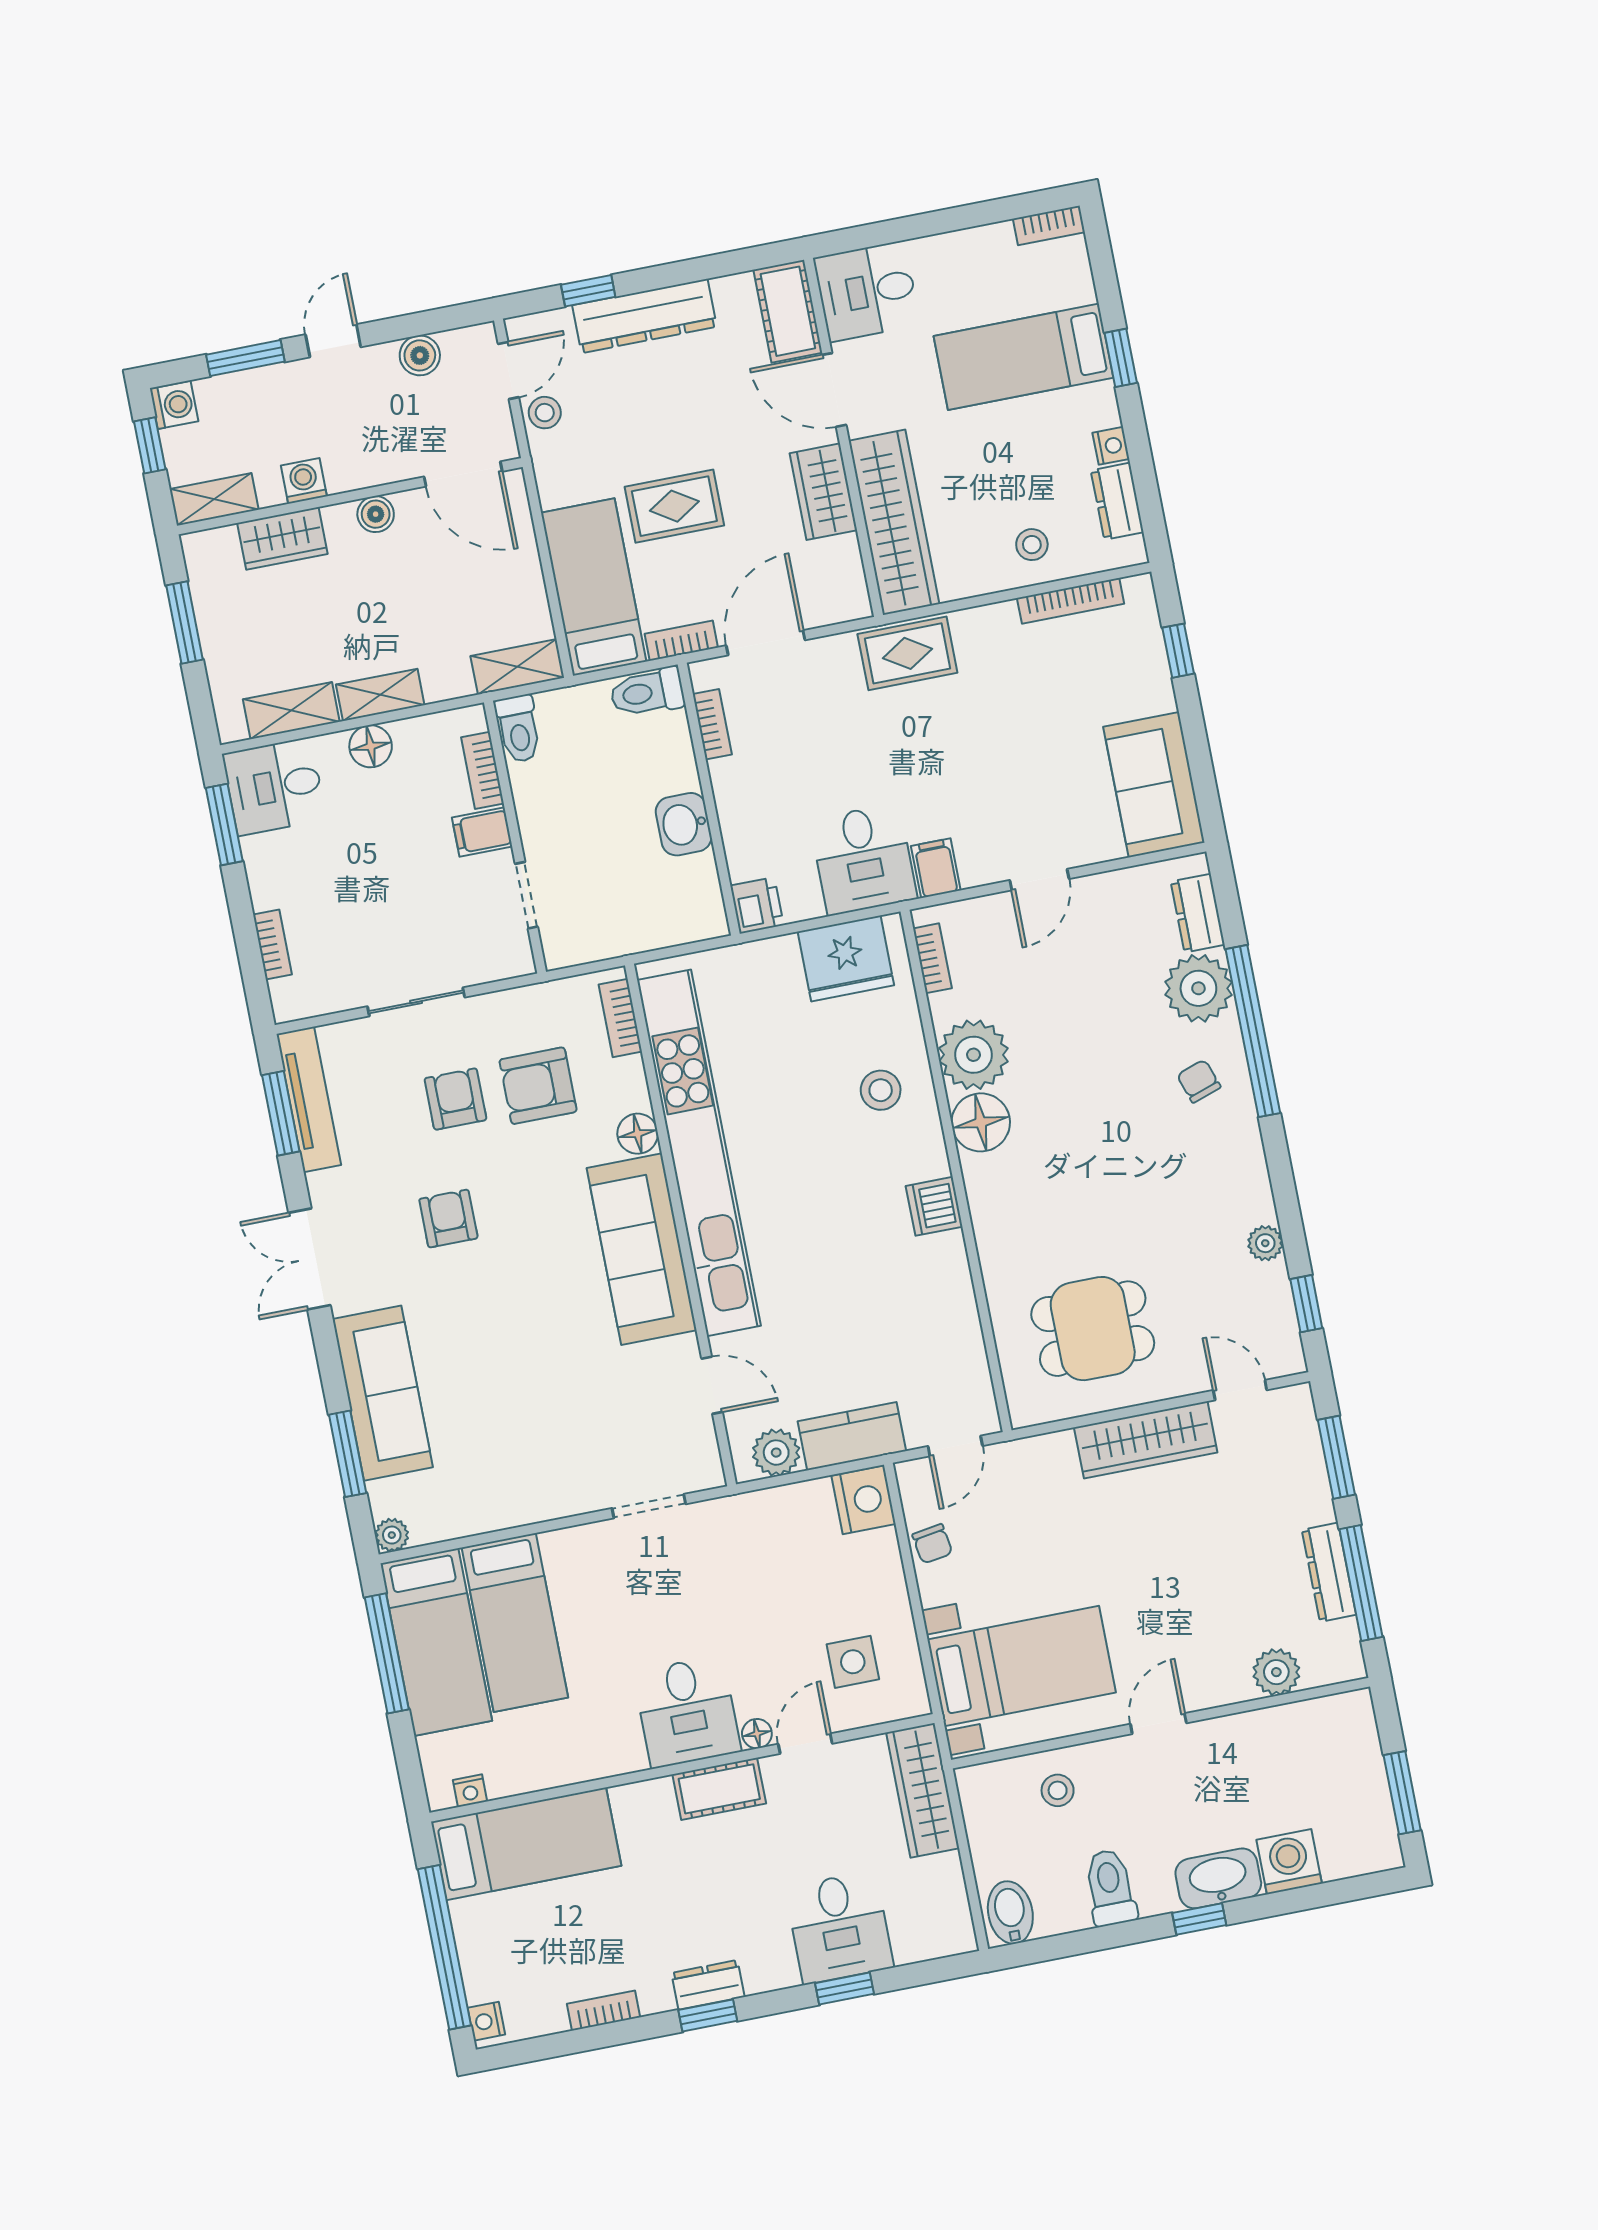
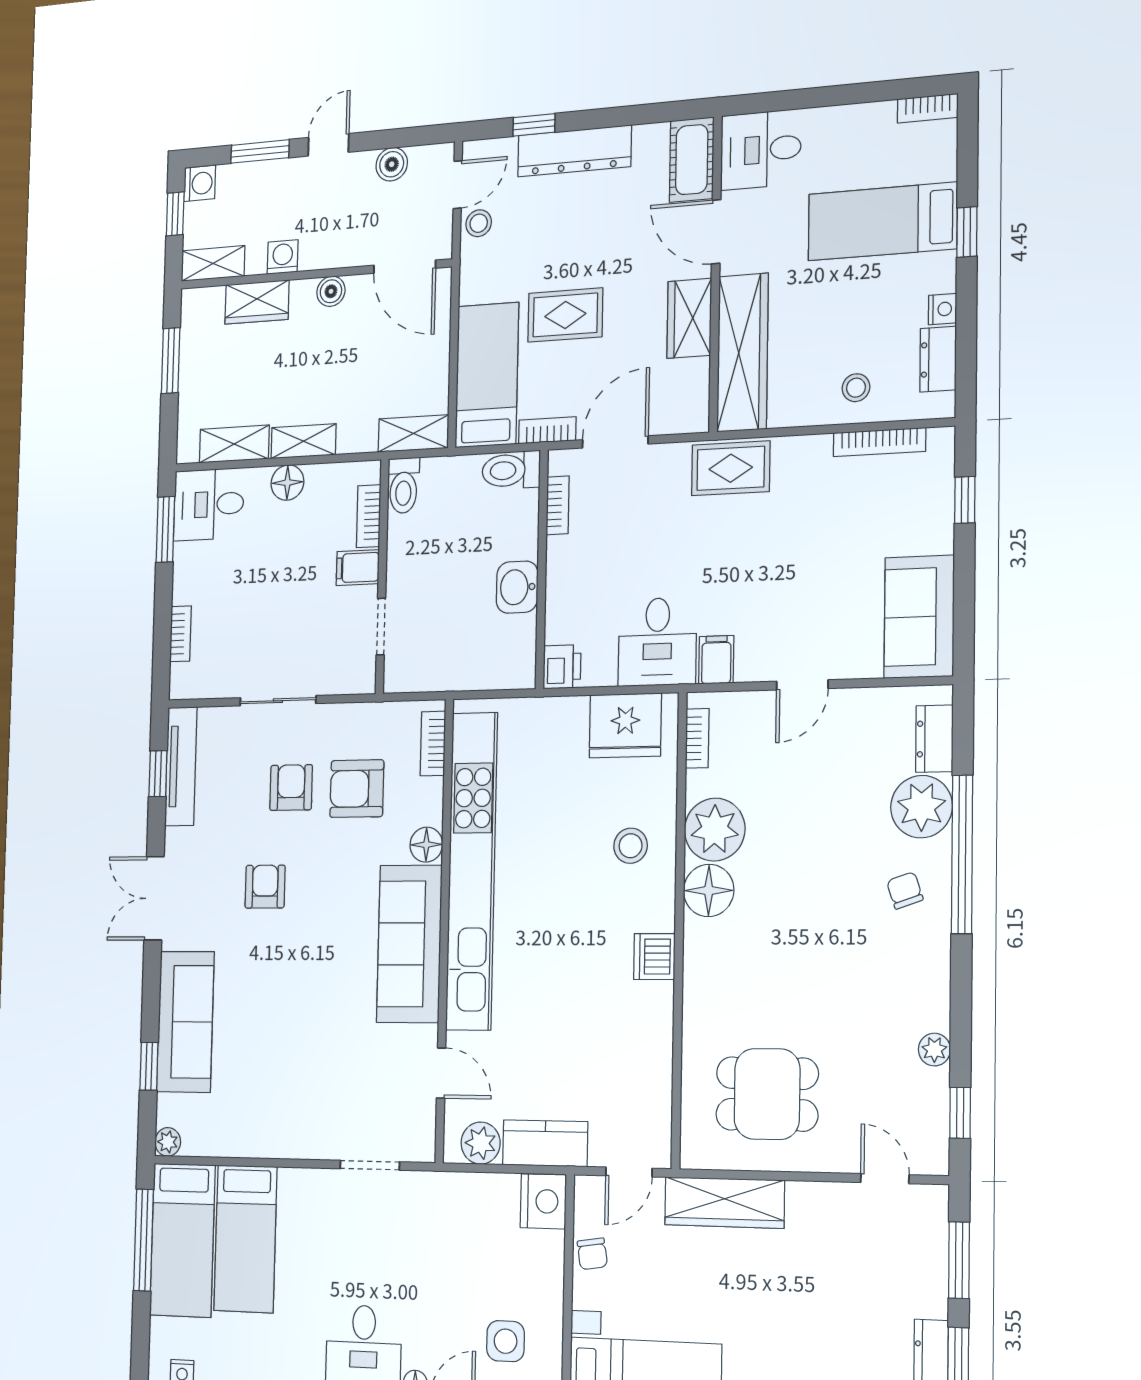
window: (281, 1113) -> (158, 774), width x0.67
wardrobe: (1146, 1440) -> (724, 1203), moved
window: (348, 1454) -> (149, 1066), width x0.67

